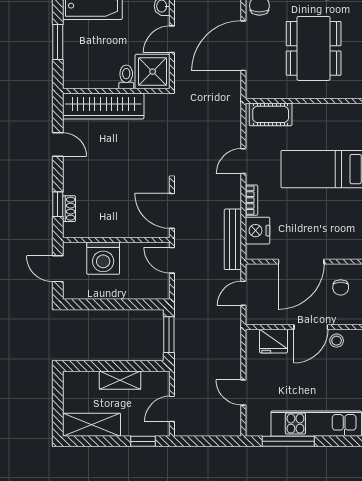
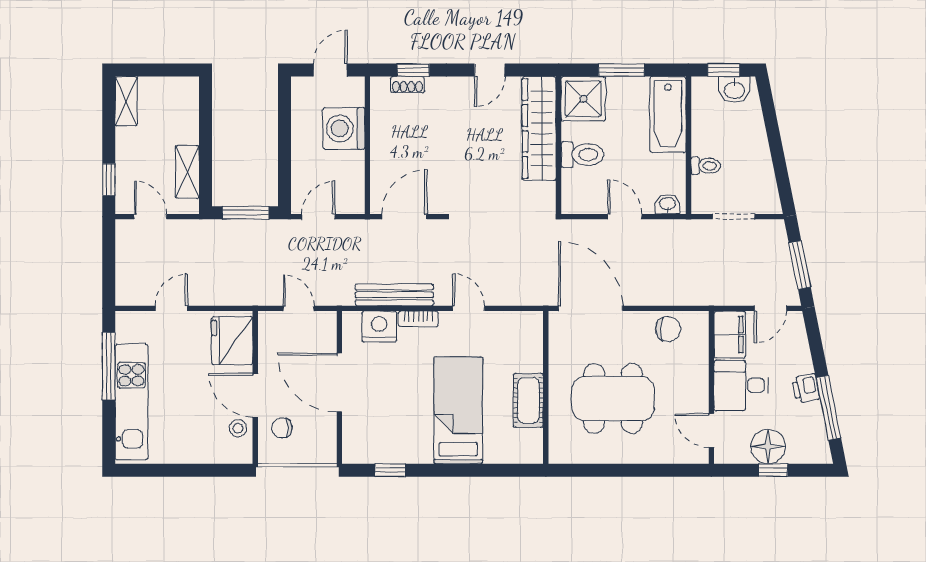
door: (243, 46) -> (591, 308), moved
shower: (153, 72) -> (583, 99), moved
toilet: (126, 77) -> (582, 155), width x1.37, depth x1.39
cot: (271, 114) -> (528, 400), moved
bench: (233, 239) -> (394, 295), moved
door: (172, 260) -> (318, 217), moved
chair: (341, 287) -> (282, 428), moved
fridge: (273, 341) -> (232, 341), width x1.36, depth x1.34
shelving: (120, 380) -> (187, 172), moved
shelving: (92, 425) -> (126, 101), width x0.67, depth x0.75

